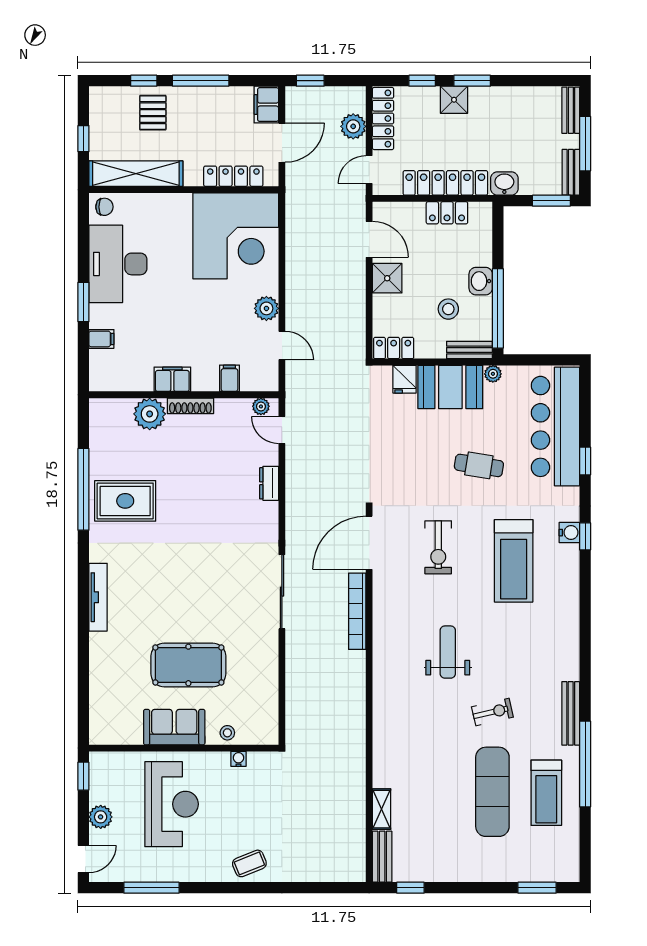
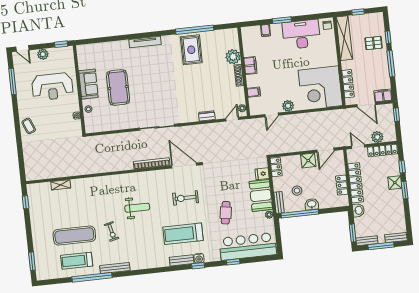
bench: (382, 857) -> (182, 260), moved

